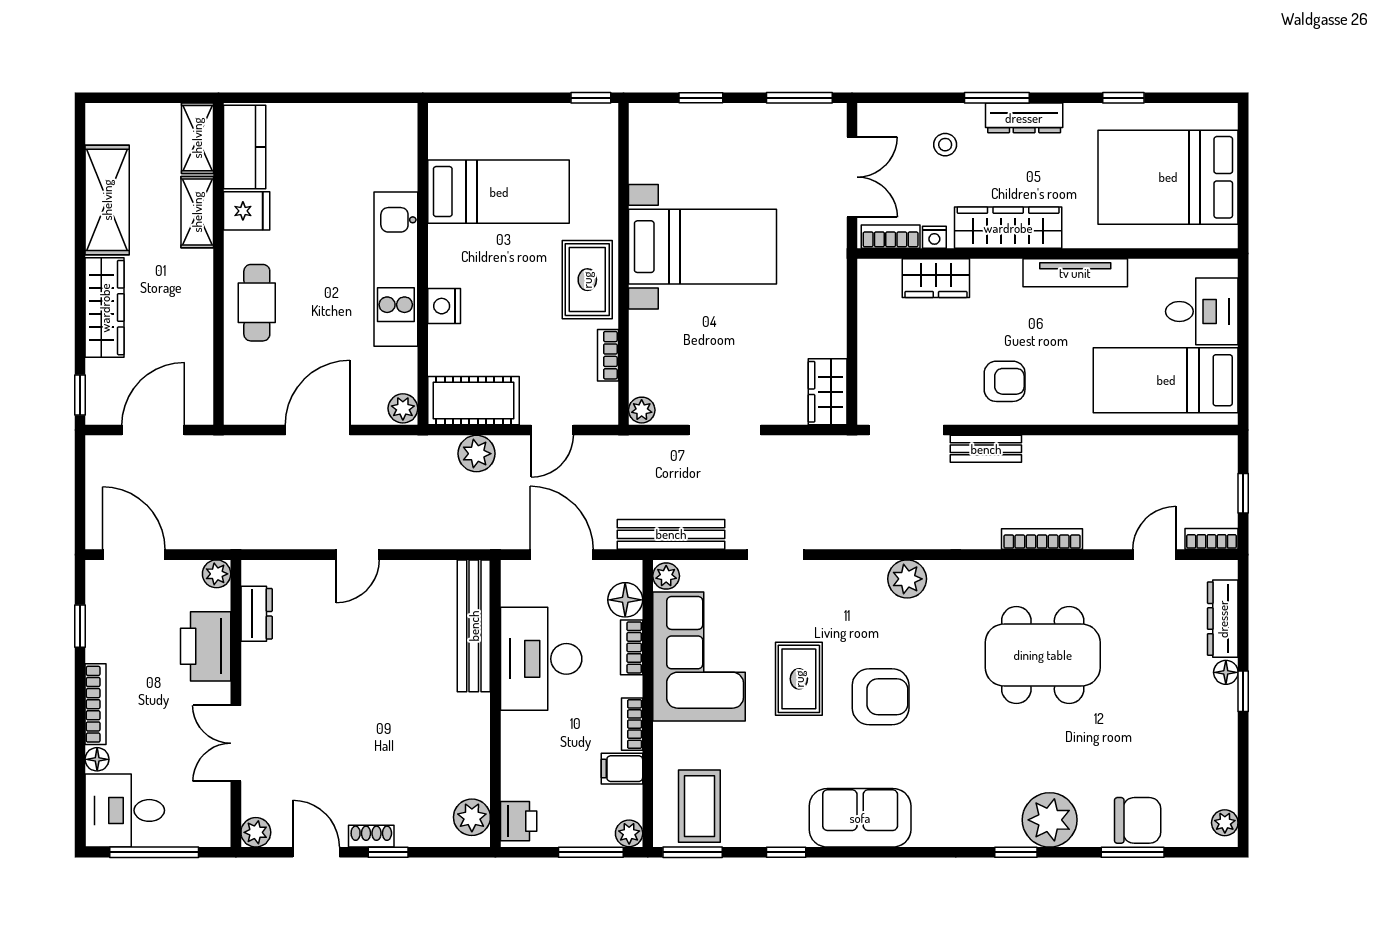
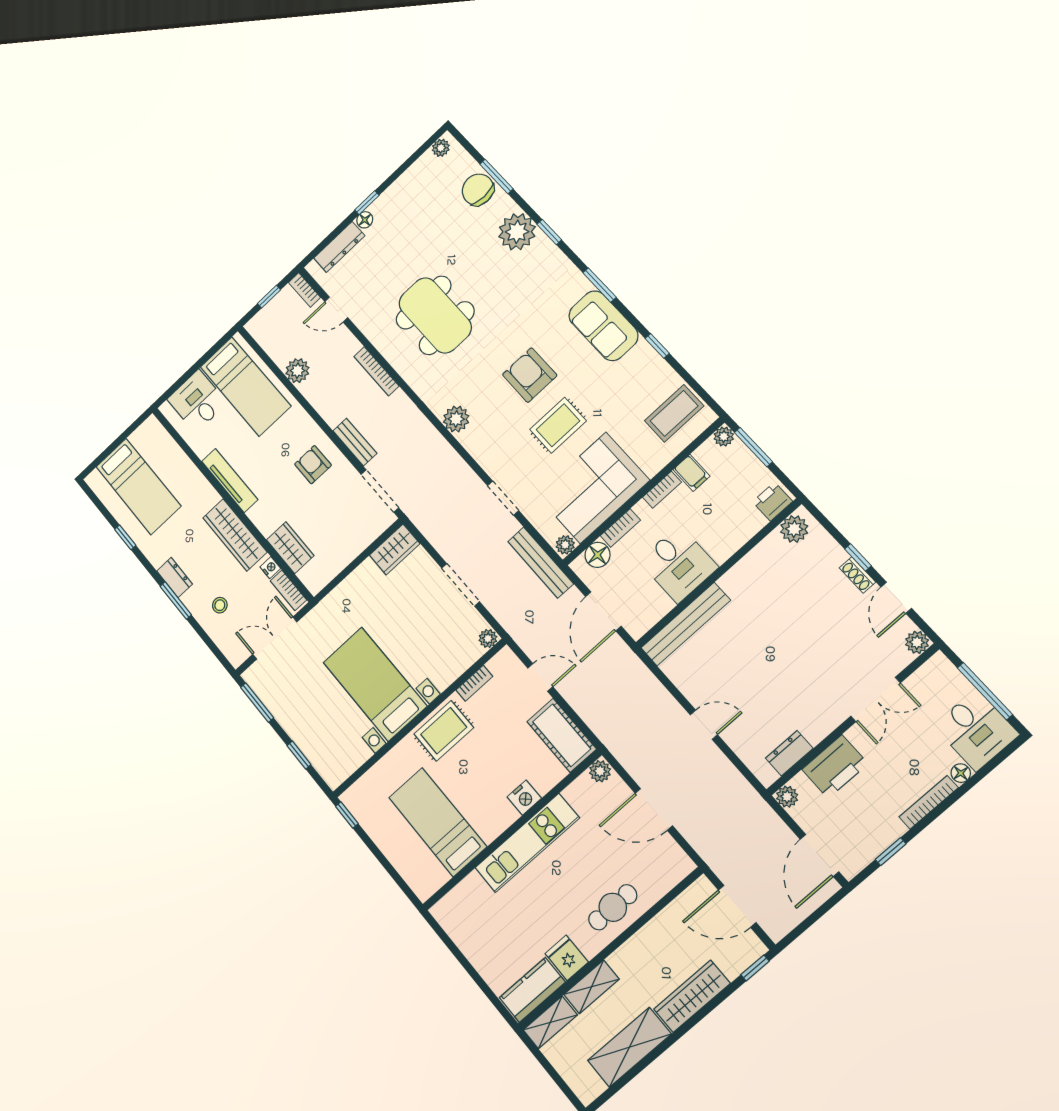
dresser: (1024, 118) -> (175, 578), width x0.70
bed: (1168, 177) -> (138, 486), width x0.67
plant: (477, 454) -> (297, 371), moved
desk: (541, 659) -> (678, 564), width x0.73
window: (693, 852) -> (600, 285), moved

